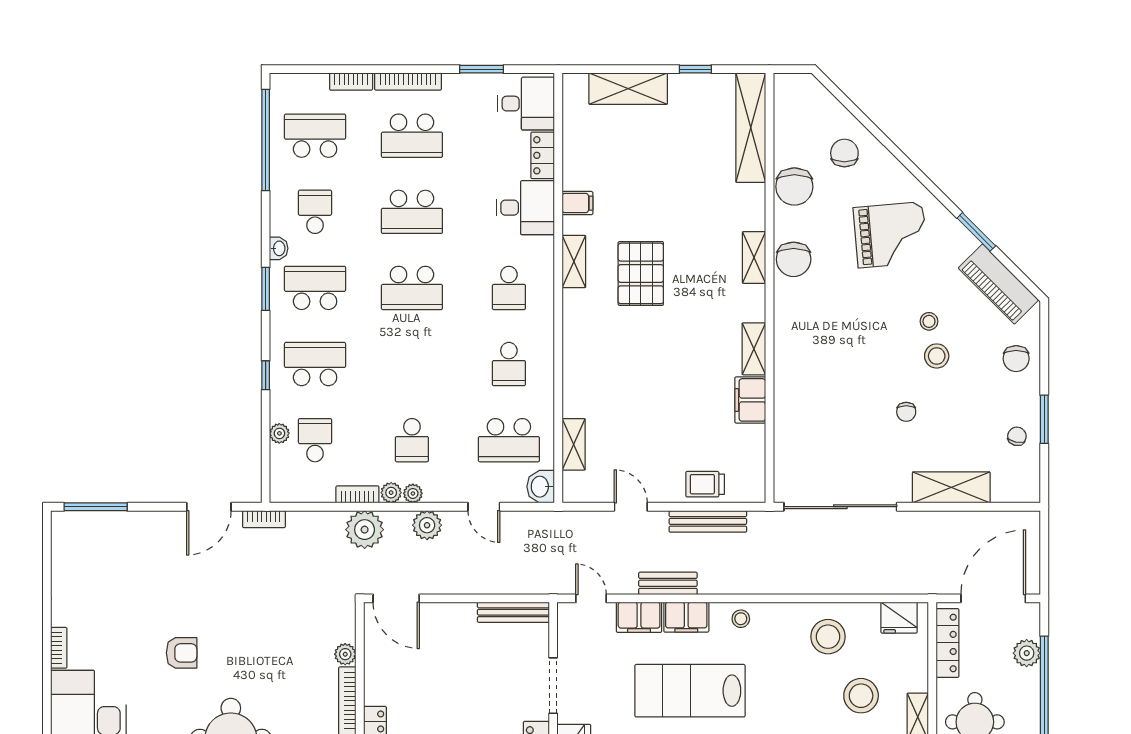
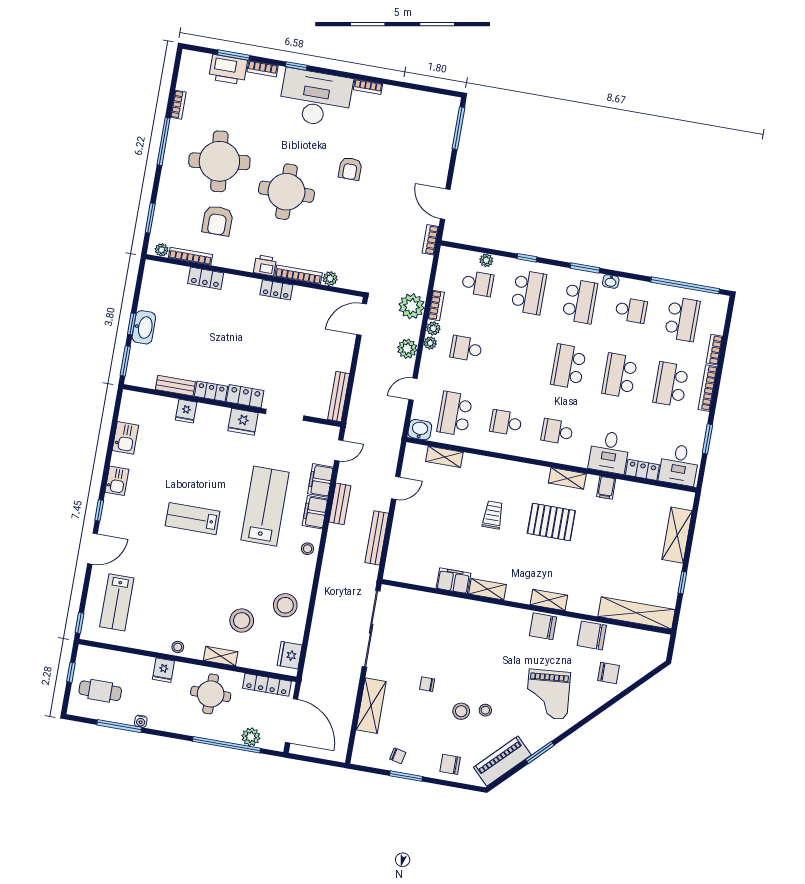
trolley: (705, 484) -> (493, 515), moved

